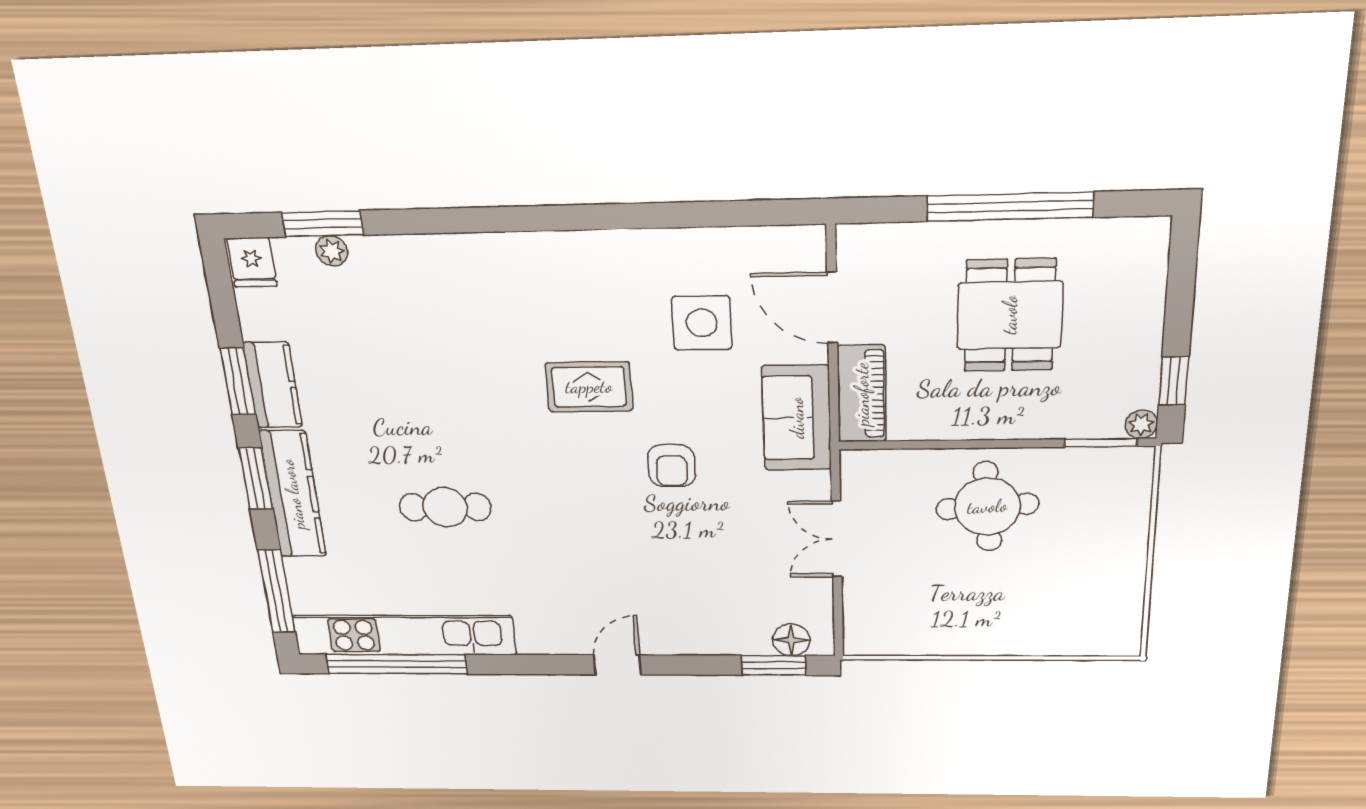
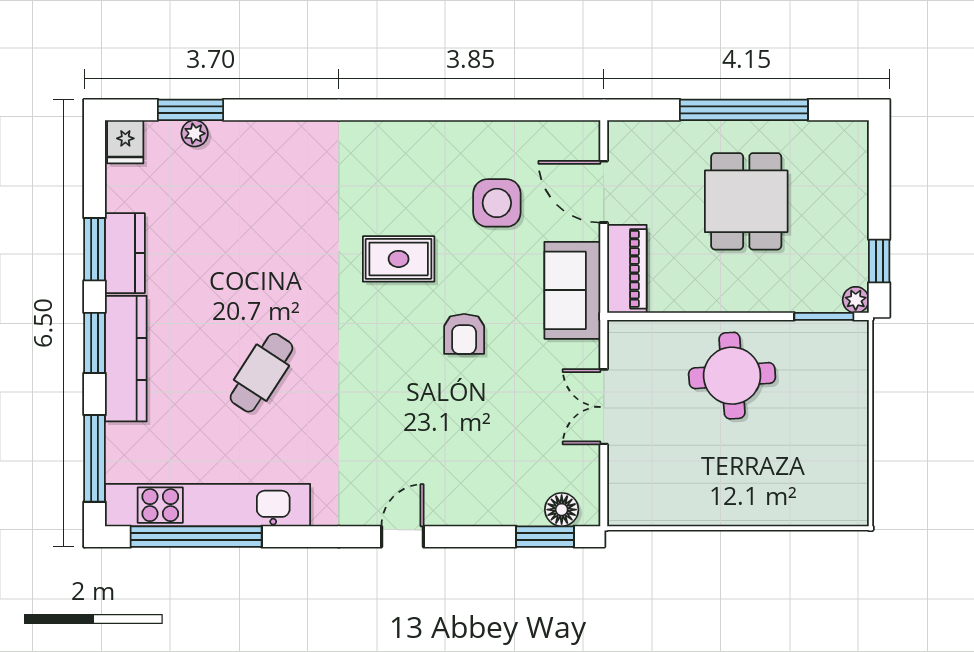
cafe table: (445, 507) -> (261, 373), turned -57

